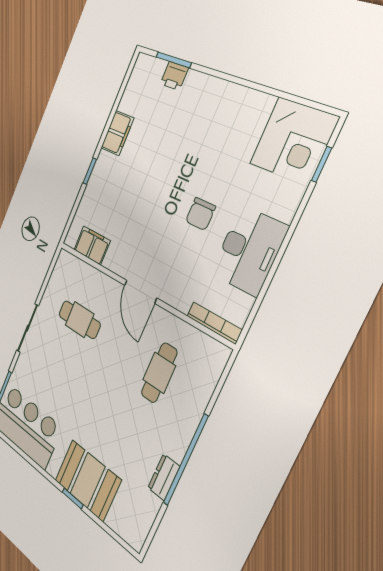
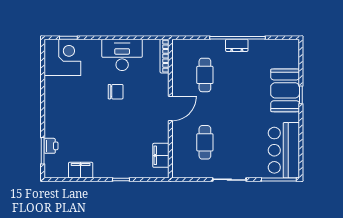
filing cabinet: (117, 133) -> (81, 170), moved
cafe table: (159, 373) -> (205, 75), turned 90
dresser: (164, 477) -> (237, 45), moved

